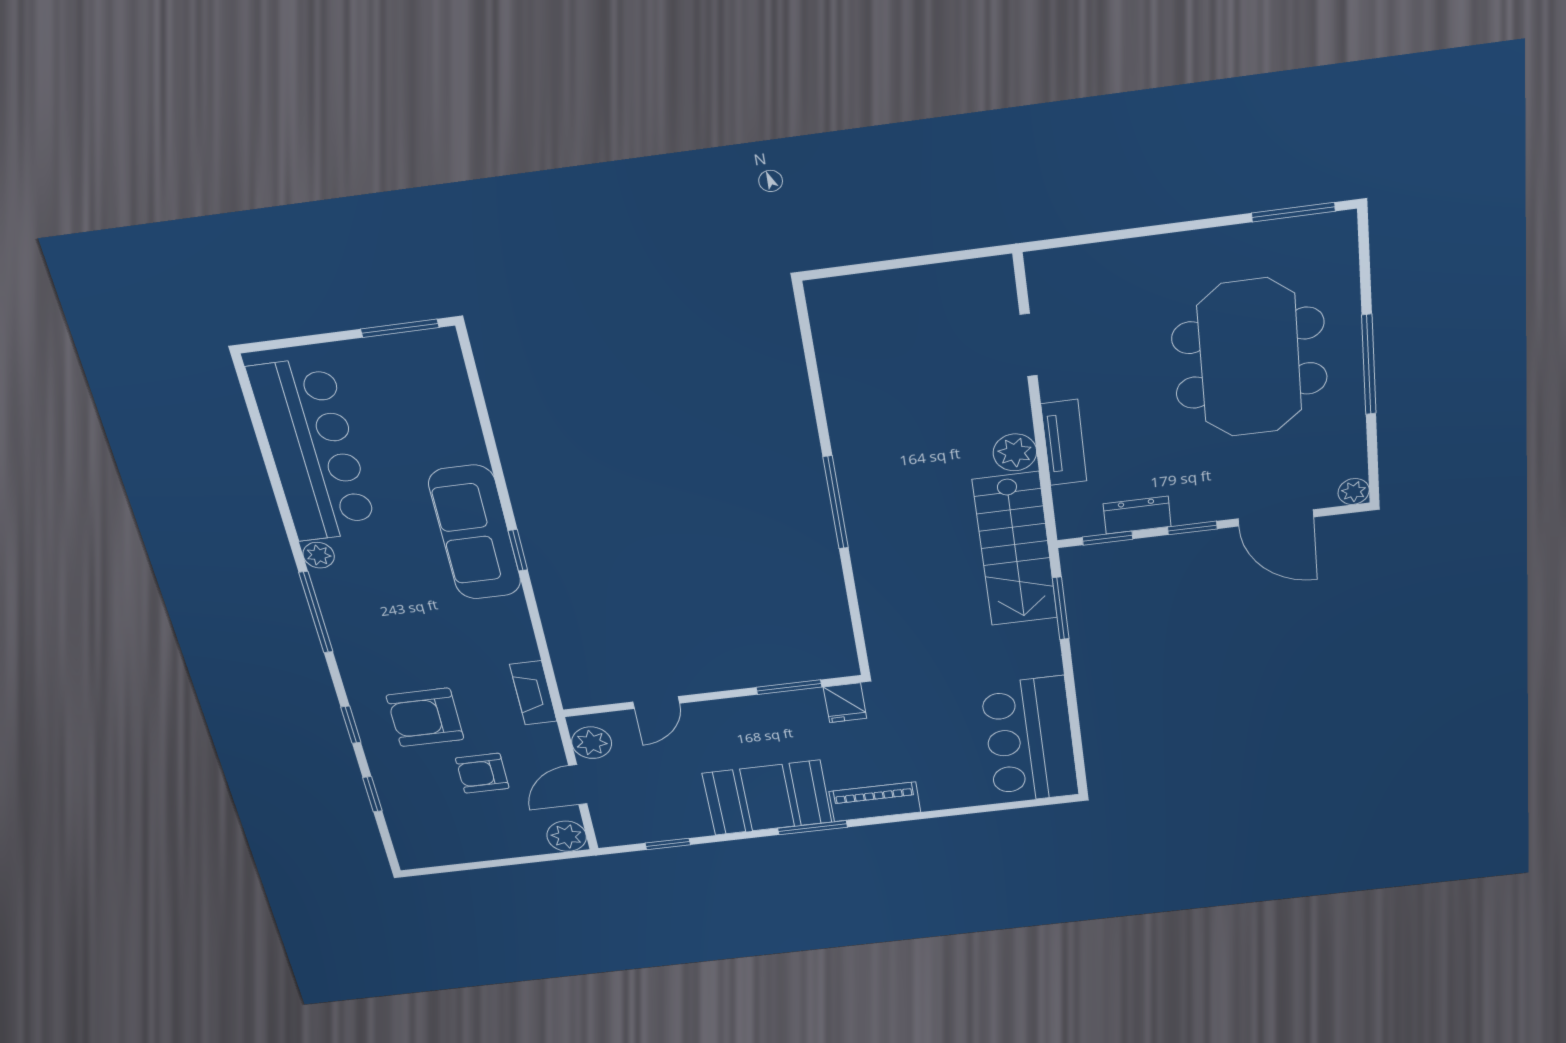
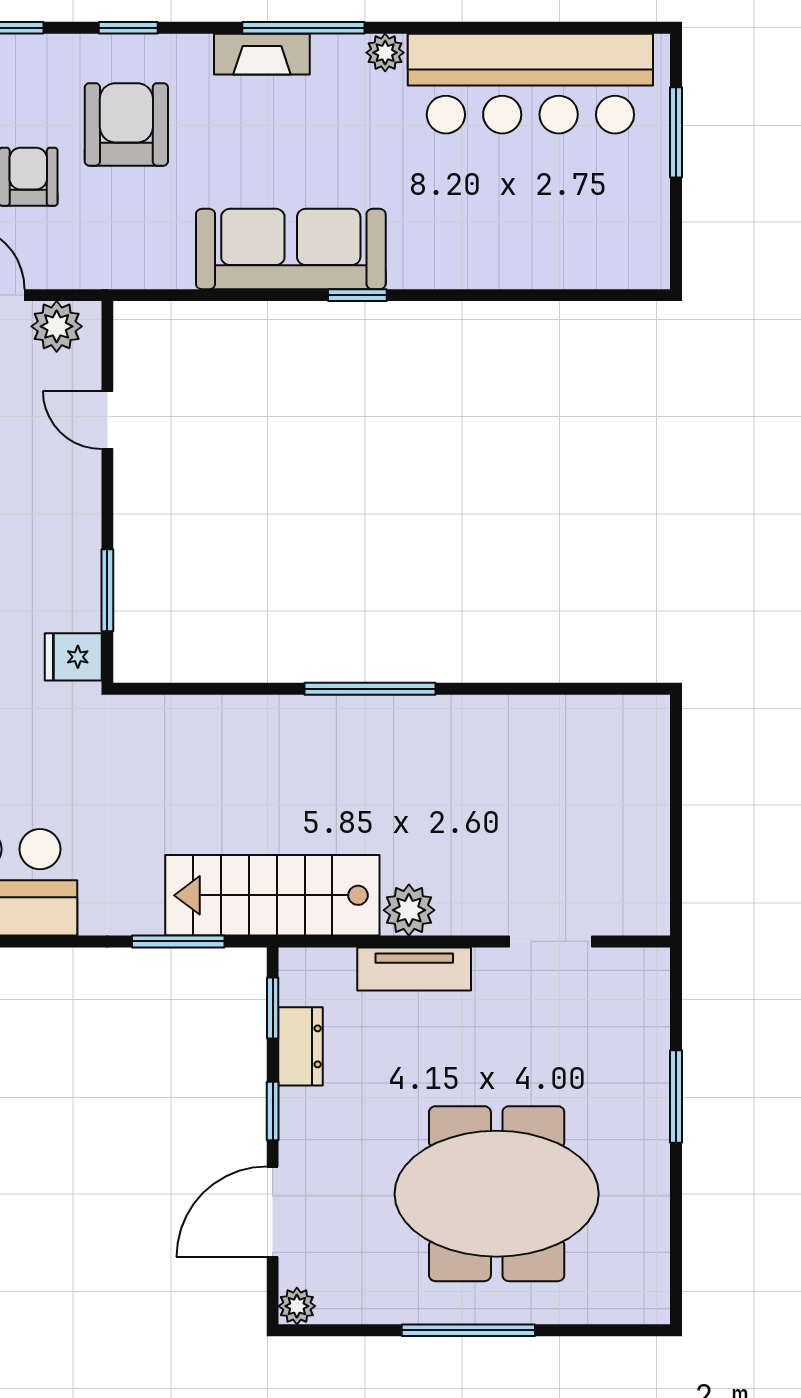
window: (1293, 212) -> (676, 1096), moved
window: (400, 328) -> (676, 132), moved
sofa: (475, 533) -> (291, 249), moved
fireplace: (533, 693) -> (262, 54), moved, turned 180

